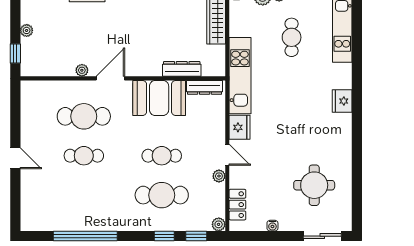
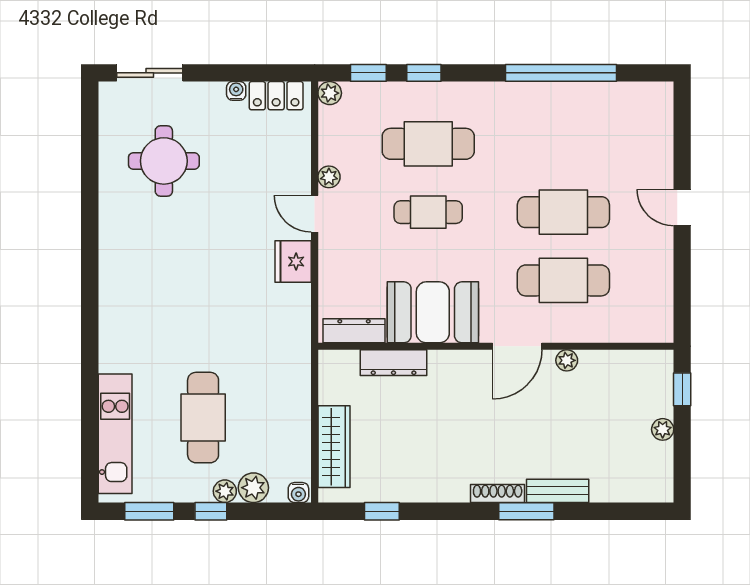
cafe table: (292, 37) -> (203, 418), width x1.37, depth x1.35
kitchen unit: (240, 76) -> (292, 351), removed
fridge: (342, 101) -> (115, 307), removed
cafe table: (84, 156) -> (563, 212), width x1.37, depth x1.35
locker: (237, 205) -> (276, 96), moved, turned -90

